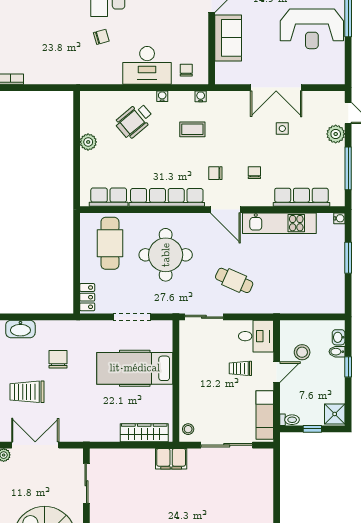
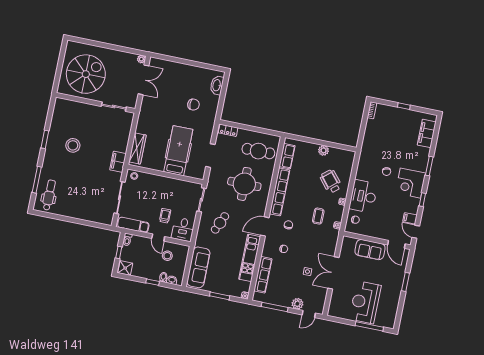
sofa: (310, 300) -> (198, 267), added
trolley: (27, 392) -> (177, 81), removed

